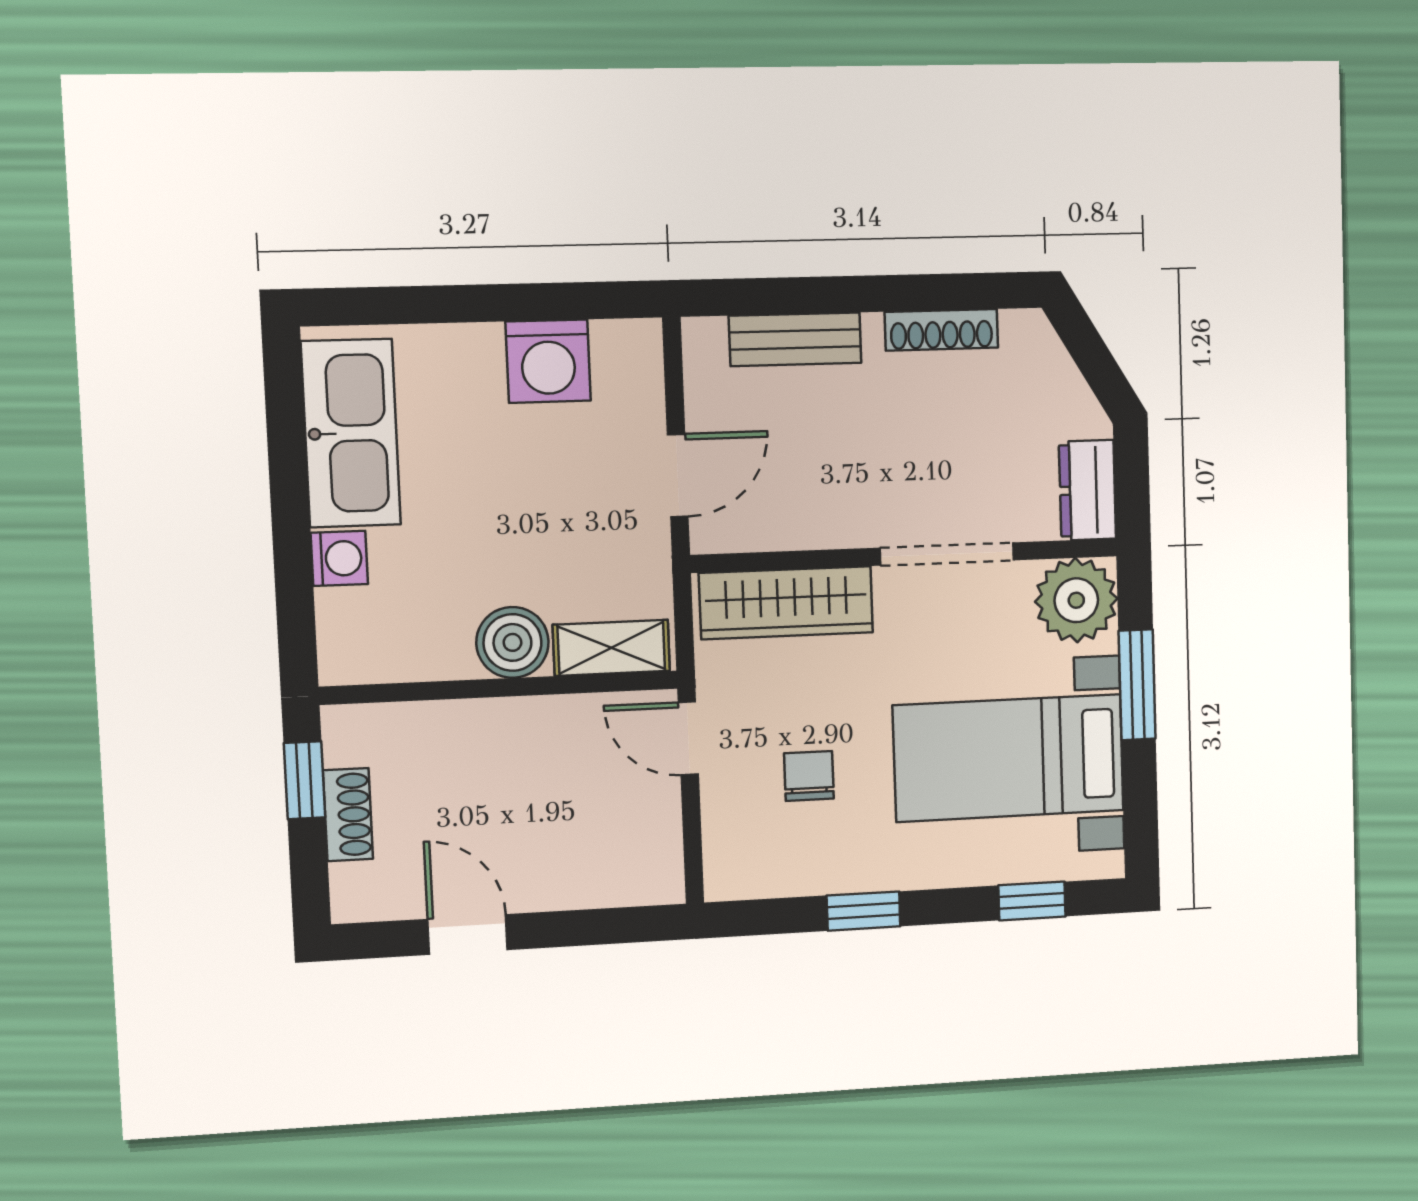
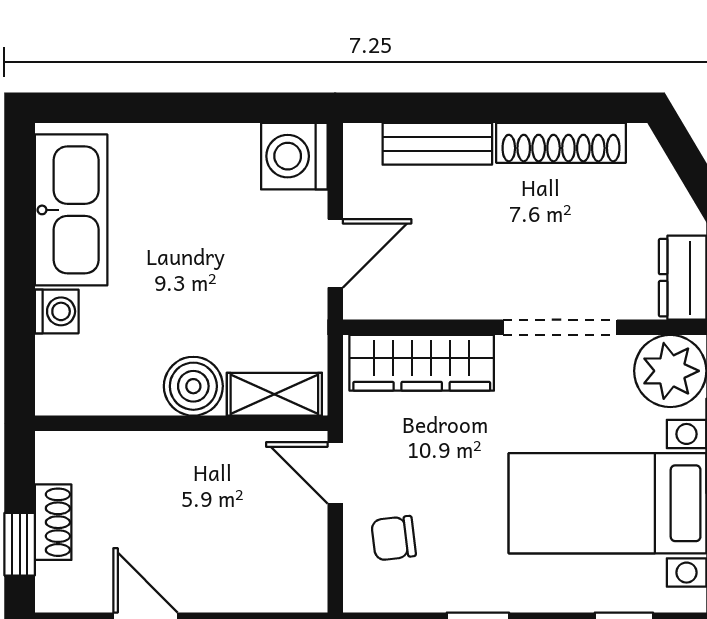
shoe rack: (941, 330) -> (561, 143), width x1.36, depth x1.24
washing machine: (548, 361) -> (294, 156), moved, turned 90
chair: (809, 776) -> (394, 538), moved, turned -97
window: (304, 780) -> (20, 544), moved

